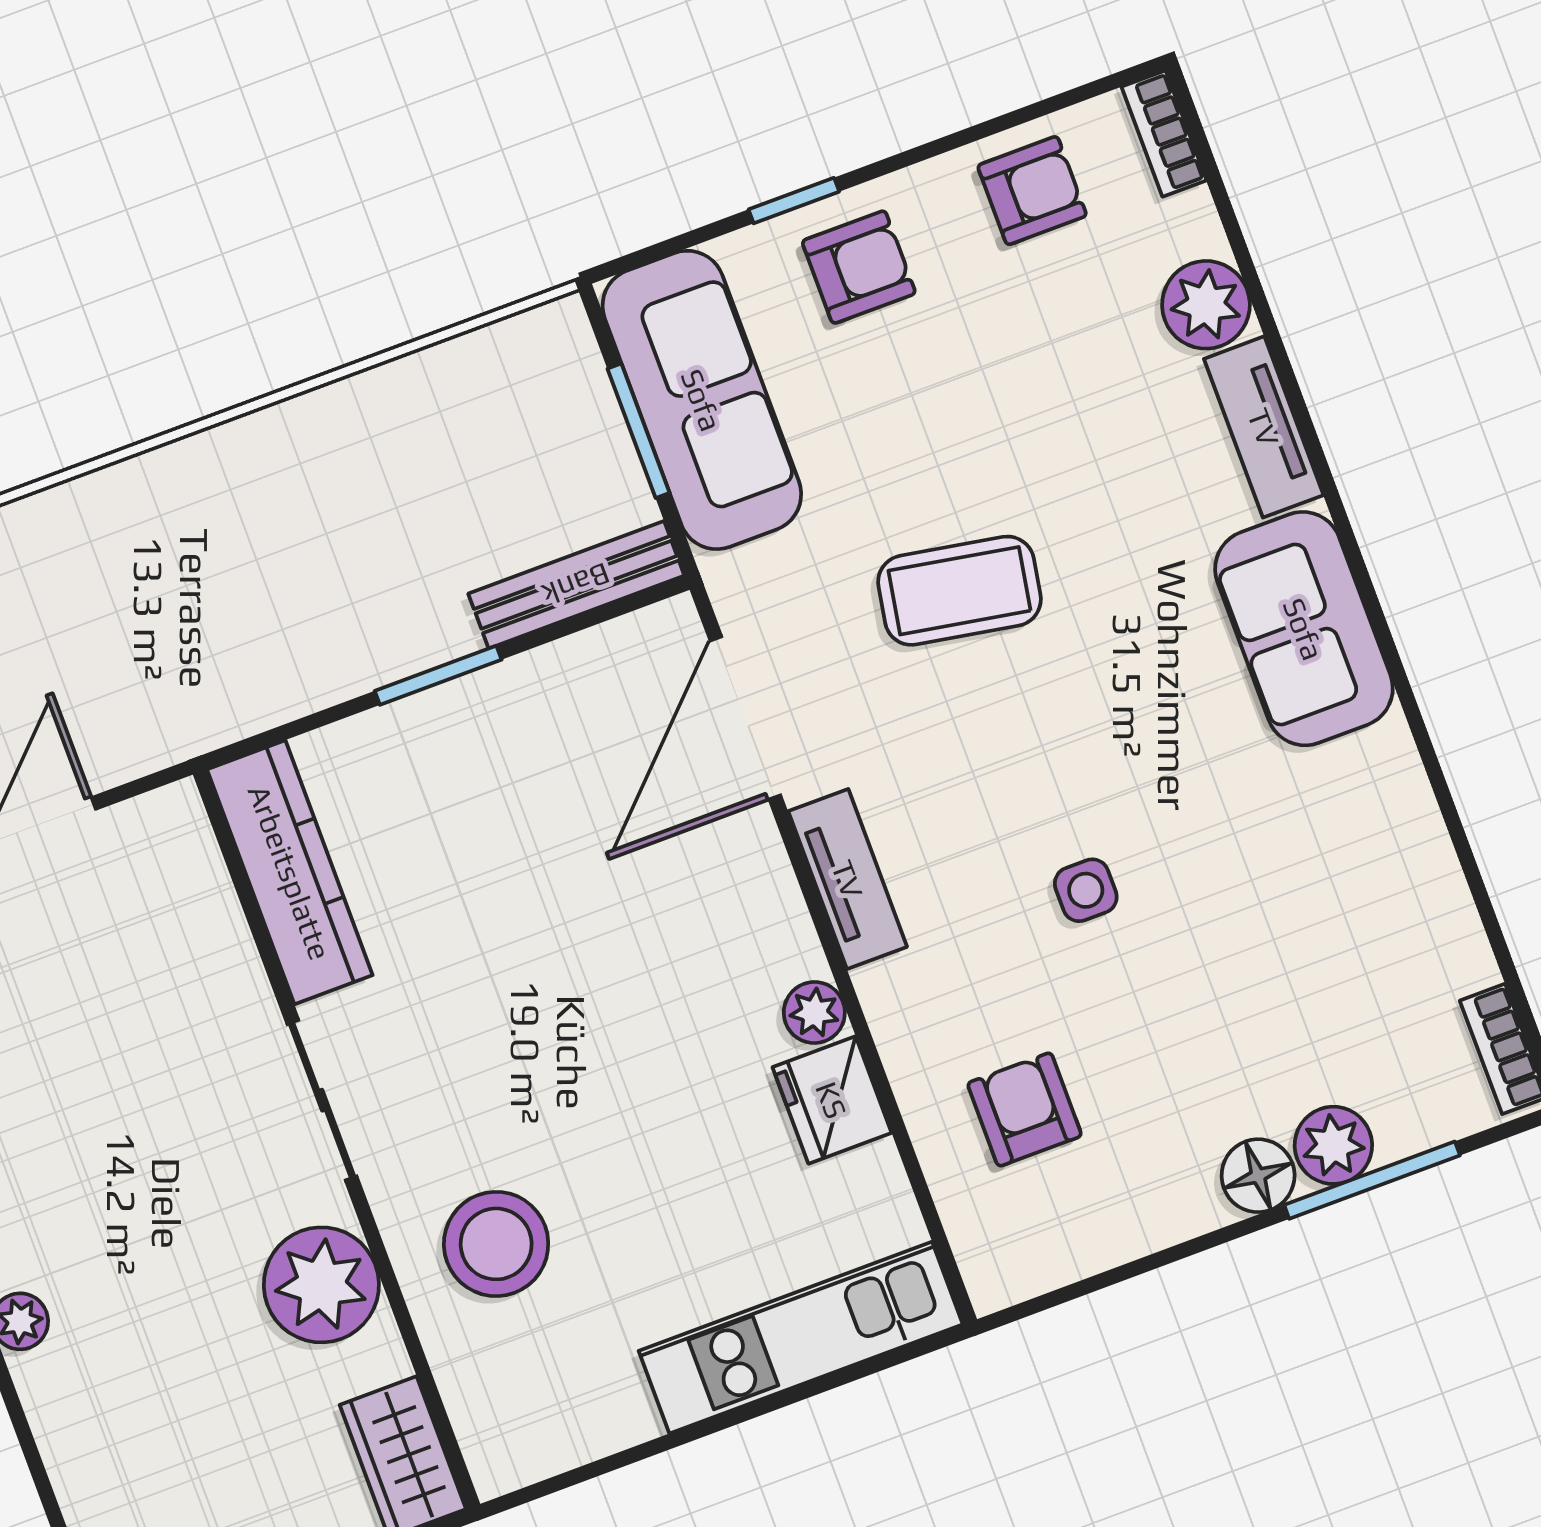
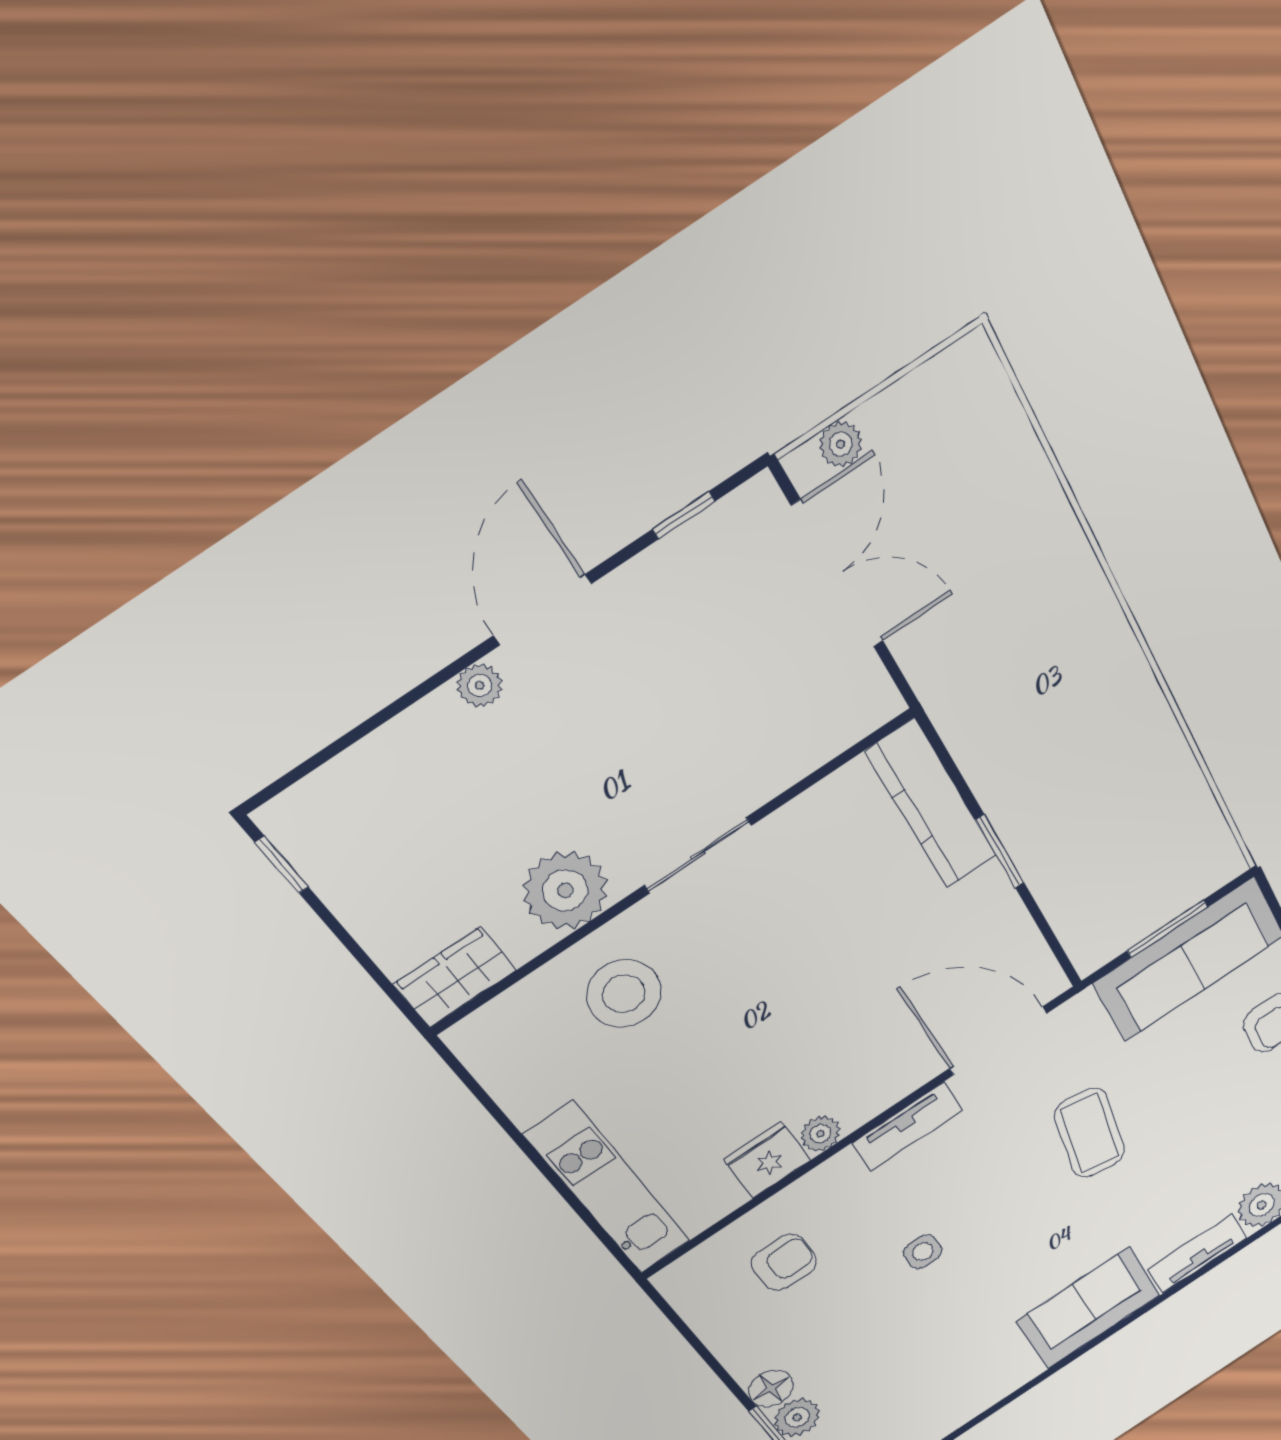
bench: (576, 585) -> (1068, 919), removed
kitchen counter: (290, 872) -> (932, 804), moved, turned 90

